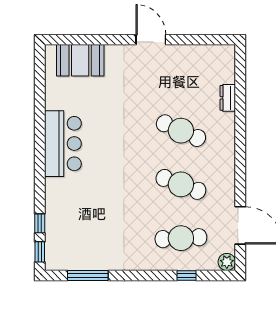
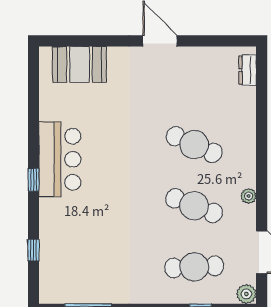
dresser: (228, 98) -> (248, 70), moved
plant: (229, 176) -> (249, 196), added
window: (40, 252) -> (34, 180), moved

